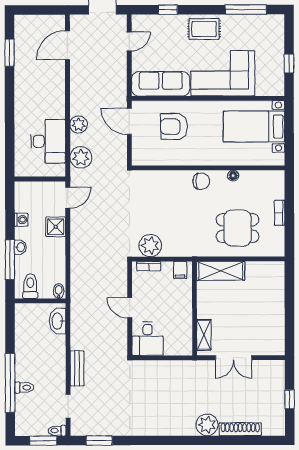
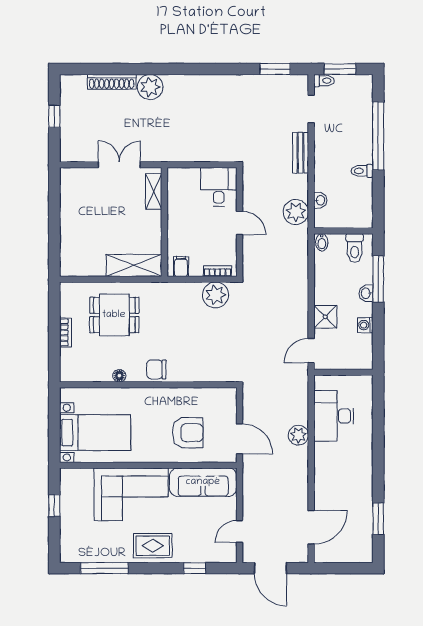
plant: (81, 157) -> (296, 212), moved
washbasin: (58, 321) -> (320, 200), width x0.52, depth x0.69
toilet: (24, 387) -> (362, 171), moved

